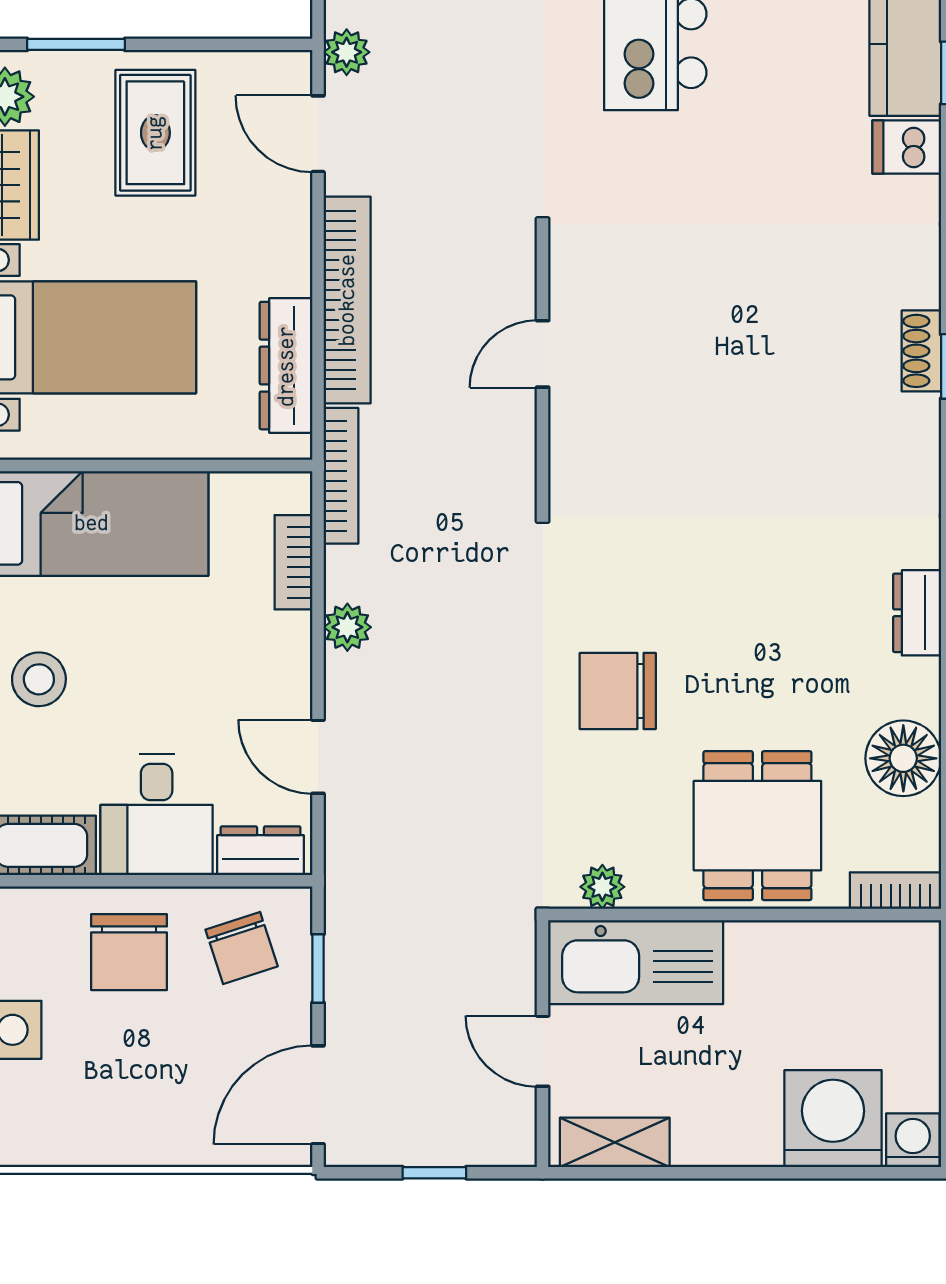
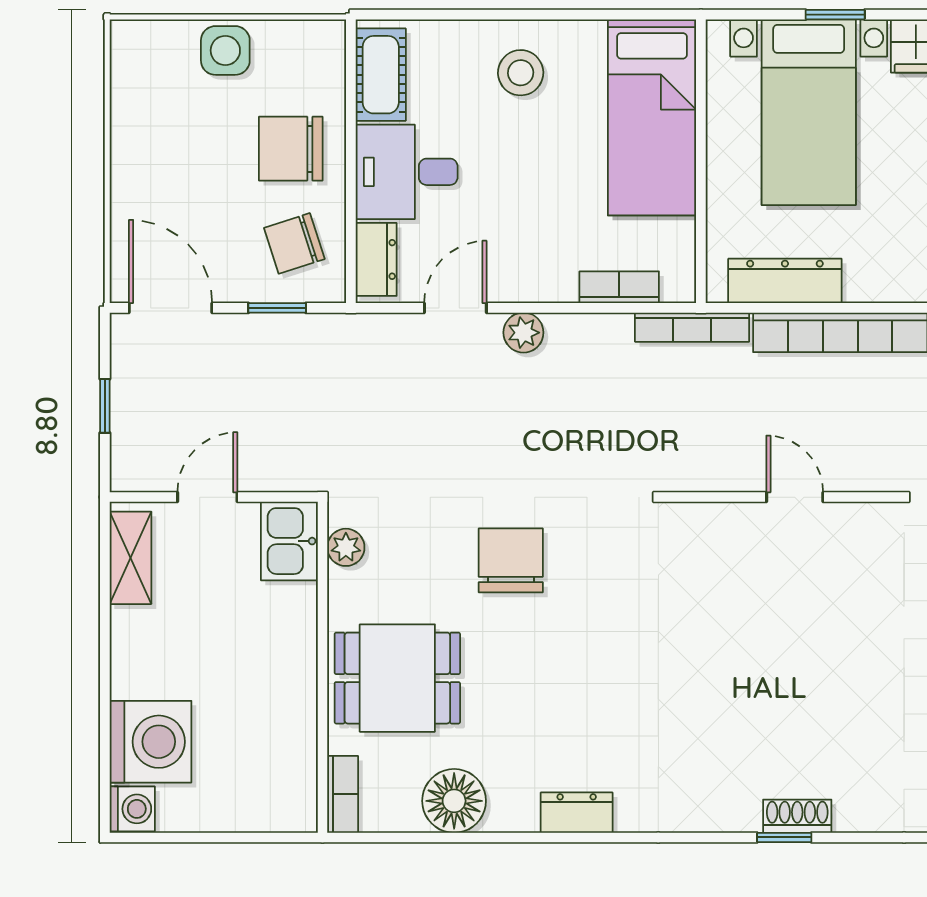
plant: (347, 627) -> (523, 333), moved
kitchen sink: (636, 962) -> (289, 541), width x0.53, depth x0.81

